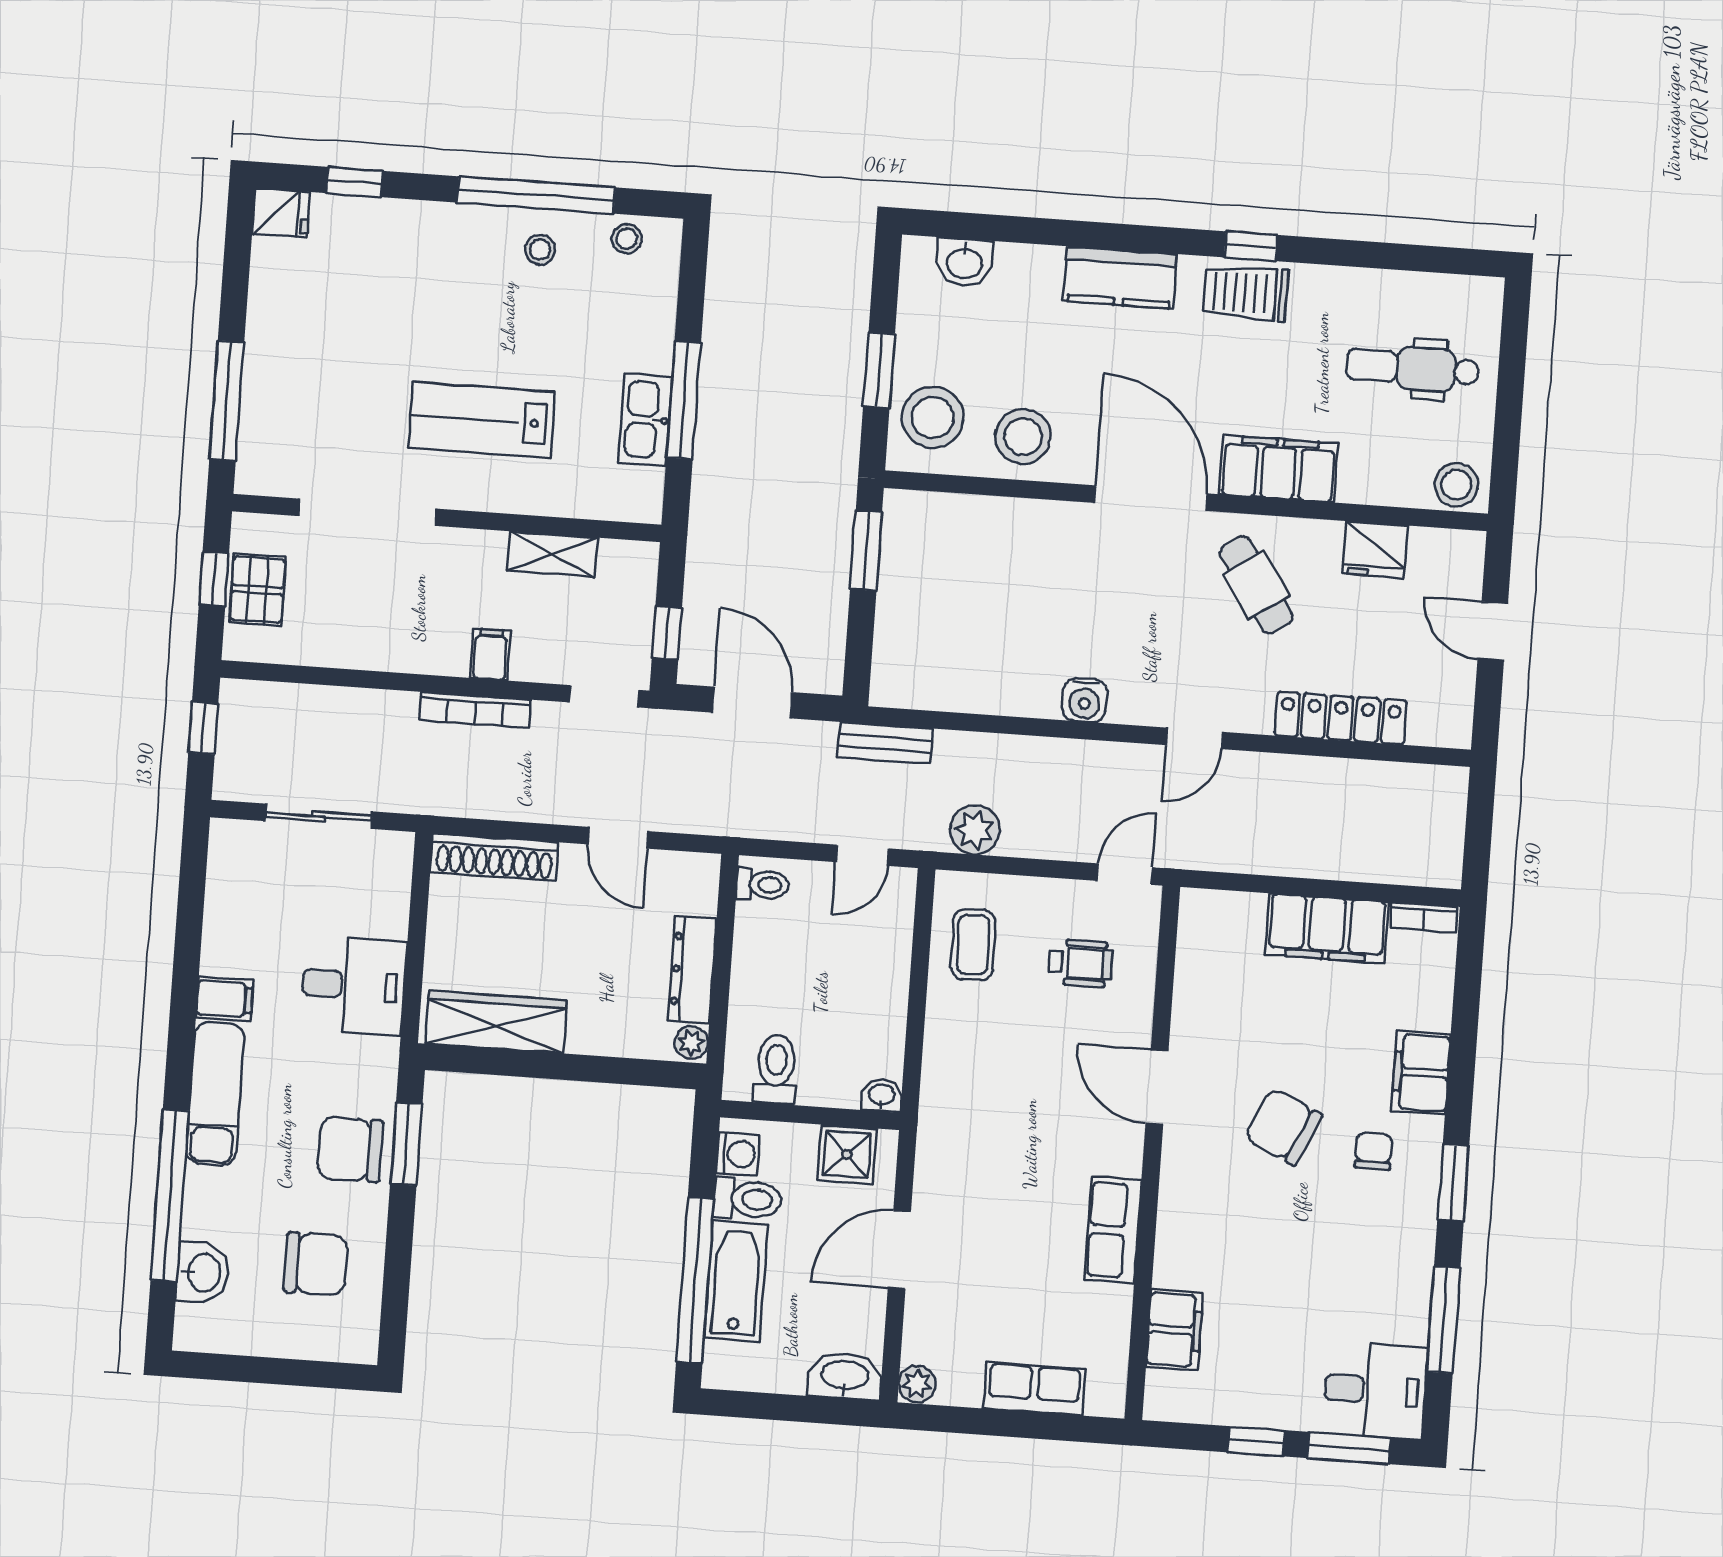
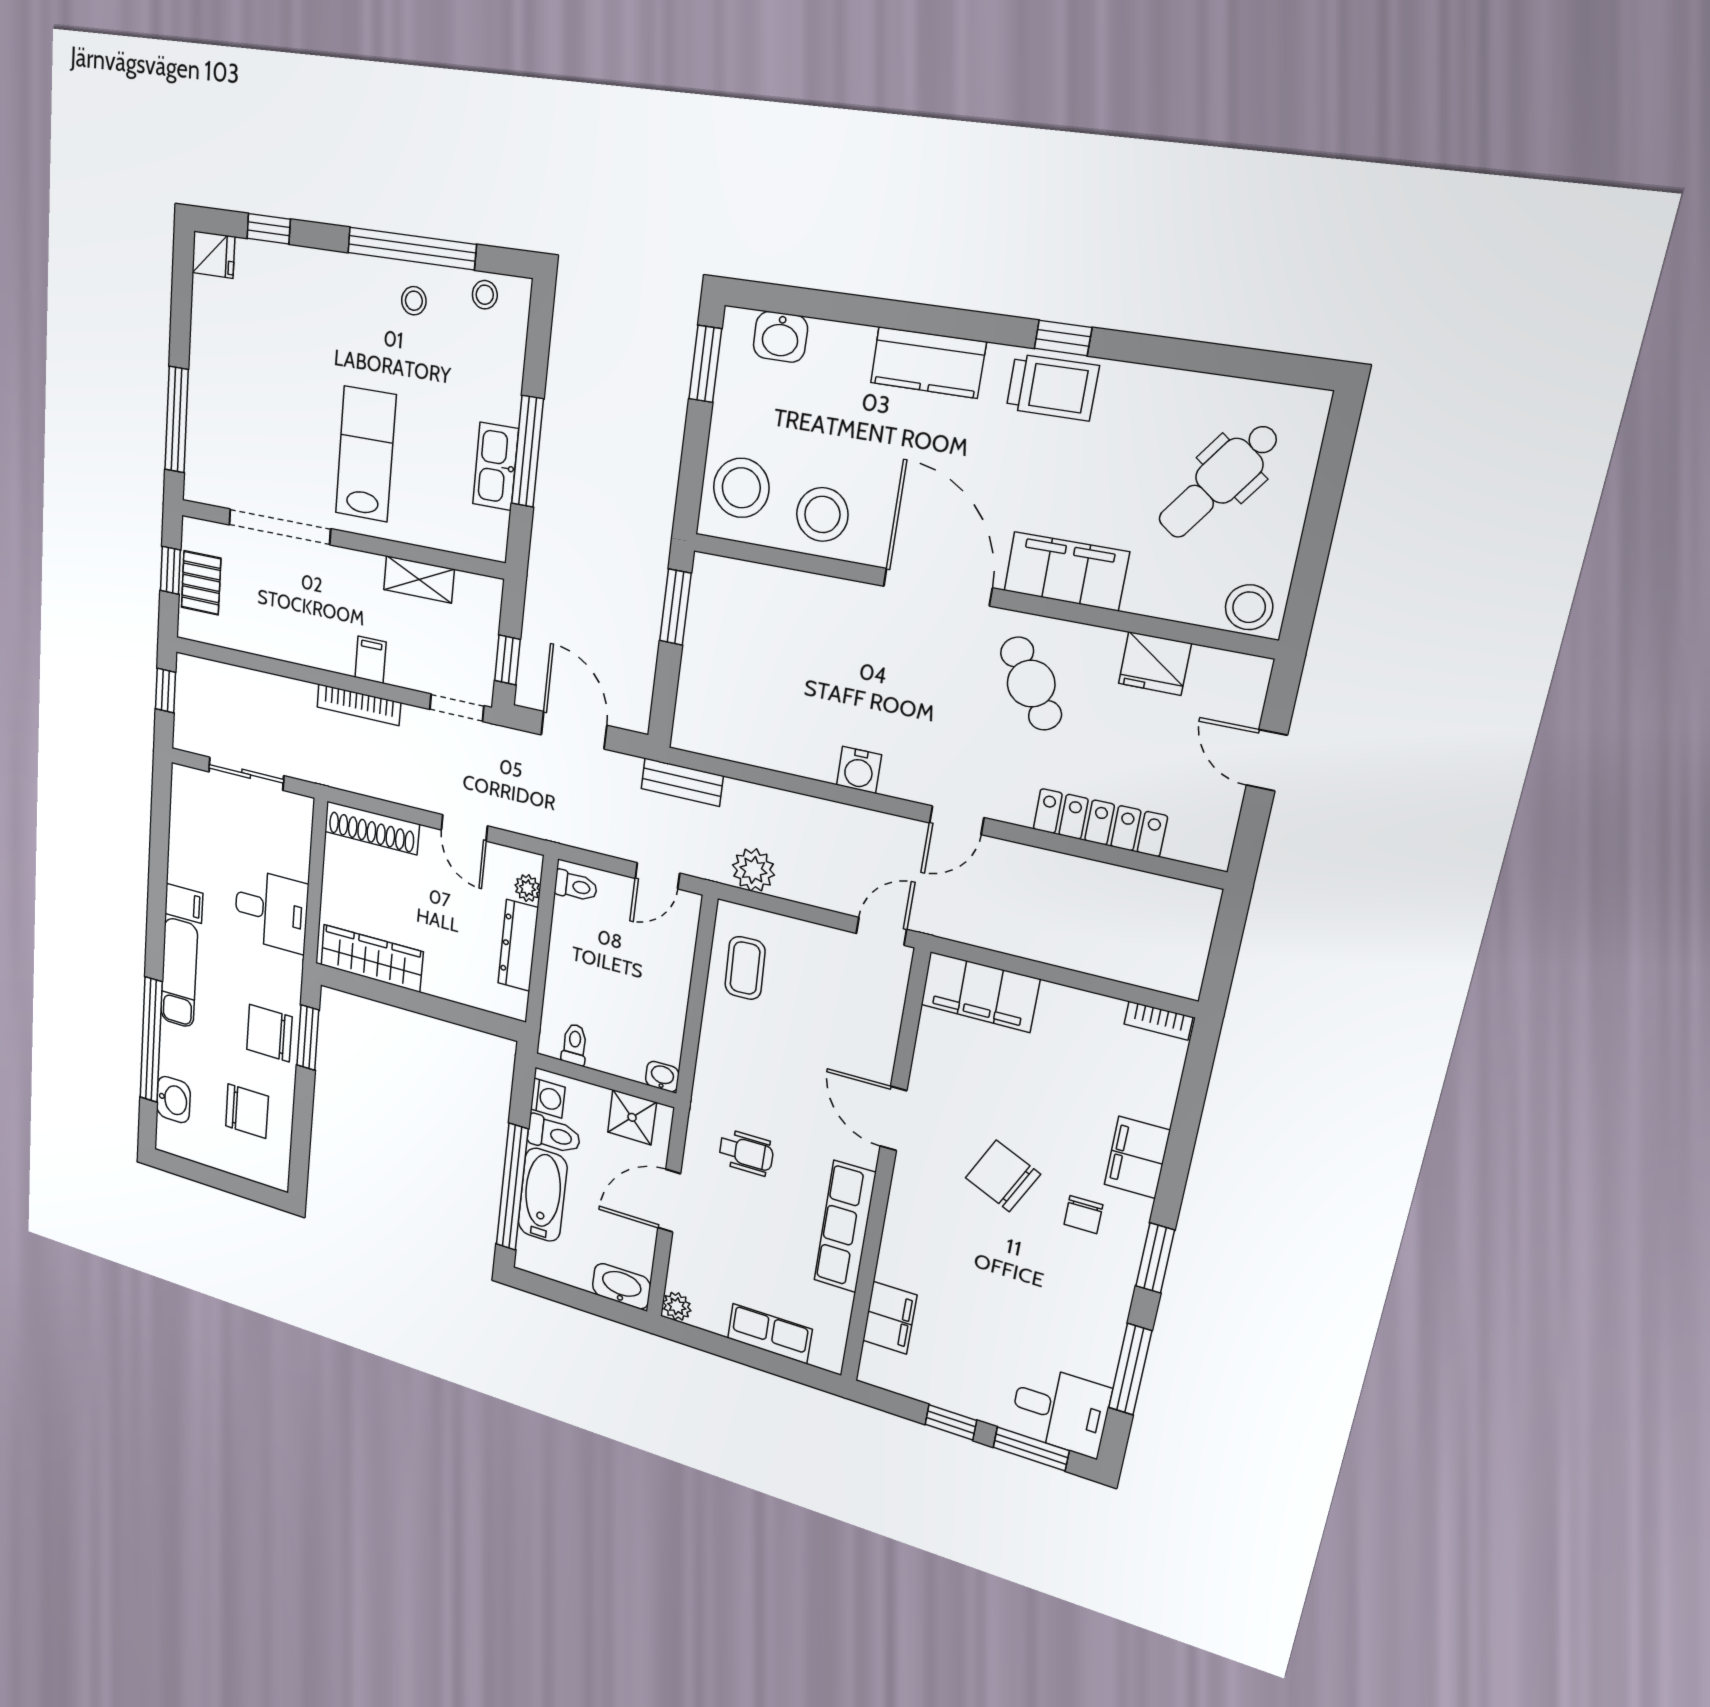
trolley: (1246, 293) -> (1052, 387), turned 180
dental chair: (1413, 368) -> (1219, 481), turned -54
window: (879, 370) -> (705, 364), moved
lab bench: (482, 420) -> (366, 454), turned 90
filing cabinet: (1327, 928) -> (980, 992), moved
wheelchair: (1080, 963) -> (746, 1153), moved
plant: (691, 1042) -> (527, 888), moved
toilet: (776, 1069) -> (574, 1044), width x0.73, depth x0.72
chair: (1373, 1151) -> (1083, 1215), turned 180
row of seats: (1113, 1230) -> (845, 1227), width x1.48

